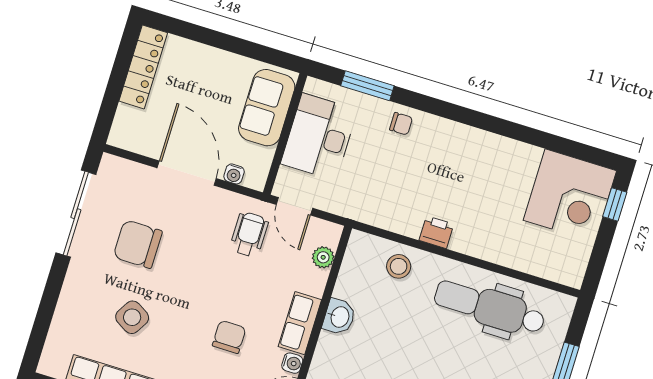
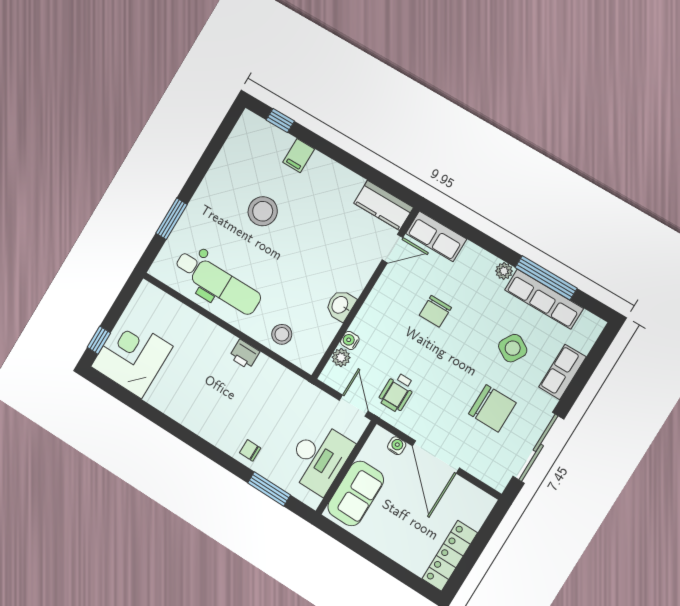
row of seats: (300, 323) -> (562, 372), moved, turned 180
water cooler: (292, 363) -> (350, 340), moved

